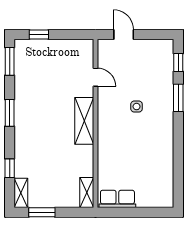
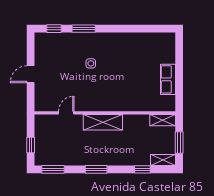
door: (95, 77) -> (66, 113), moved
shelving: (84, 121) -> (103, 122), moved
wall: (95, 123) -> (105, 113), moved
shelving: (87, 193) -> (163, 120), moved

